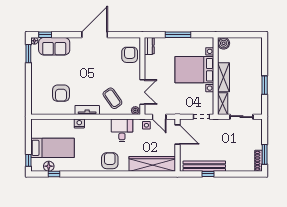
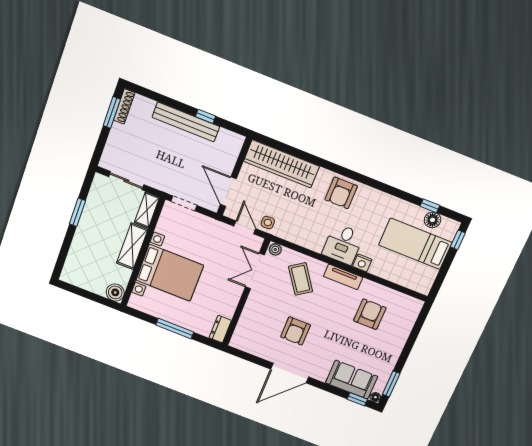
armchair: (130, 55) -> (296, 331), moved
desk: (122, 130) -> (343, 244), moved
bench: (204, 166) -> (186, 122), moved

